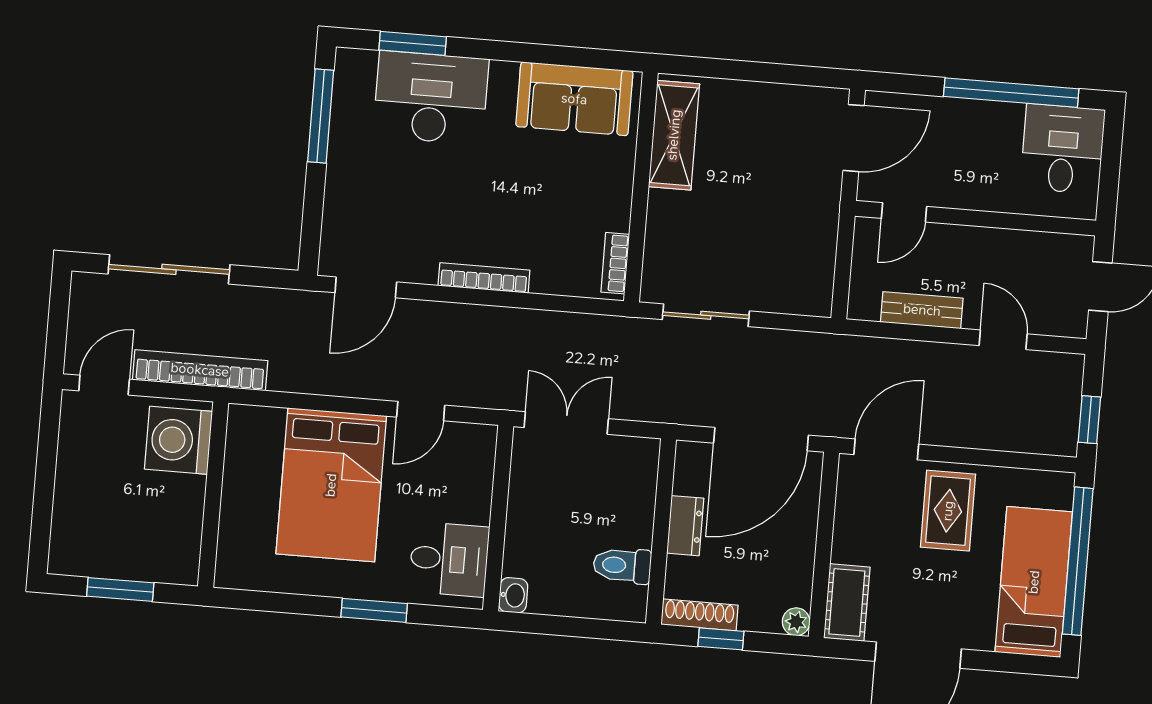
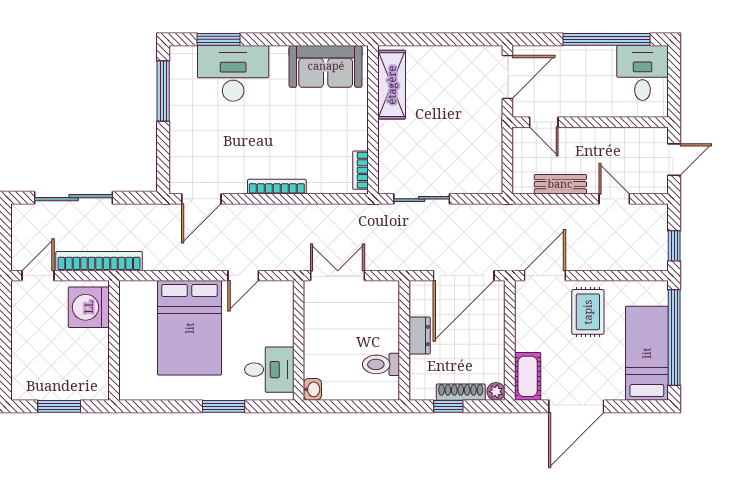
door: (904, 212) -> (544, 122), hinge flipped
shoe rack: (699, 615) -> (461, 392), moved

